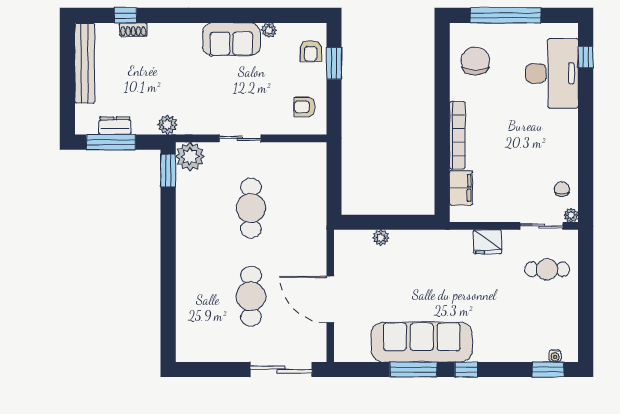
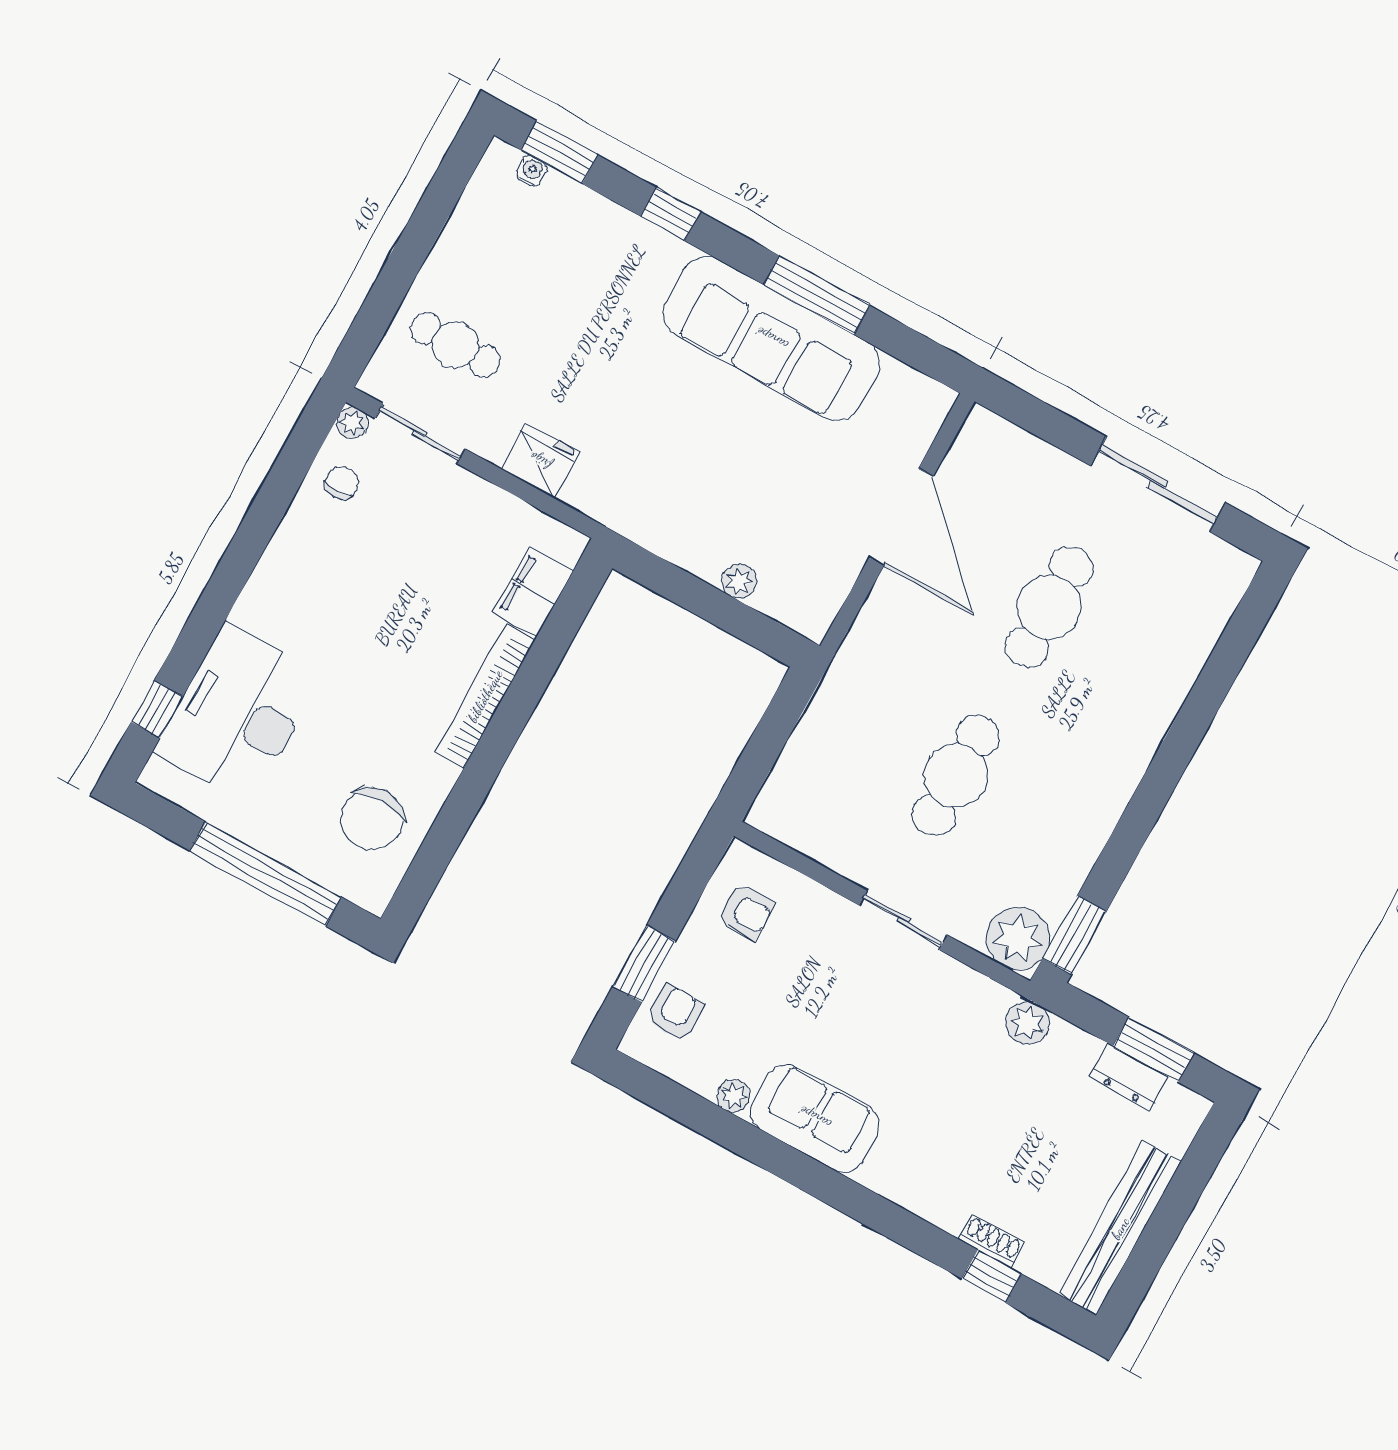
window: (111, 142) -> (1154, 1050), width x0.69
chair: (562, 189) -> (342, 483), turned 180
sliding door: (281, 369) -> (1158, 484), moved
window: (466, 369) -> (671, 214), moved

